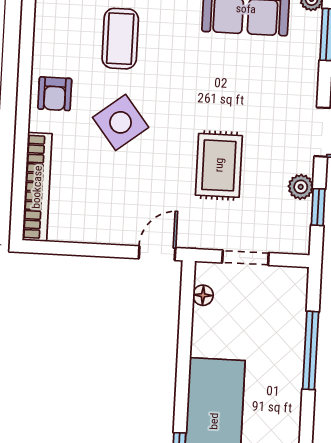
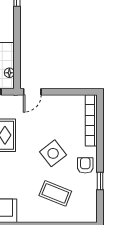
coffee table: (120, 39) -> (55, 193), turned -68
window: (26, 60) -> (100, 181), added

